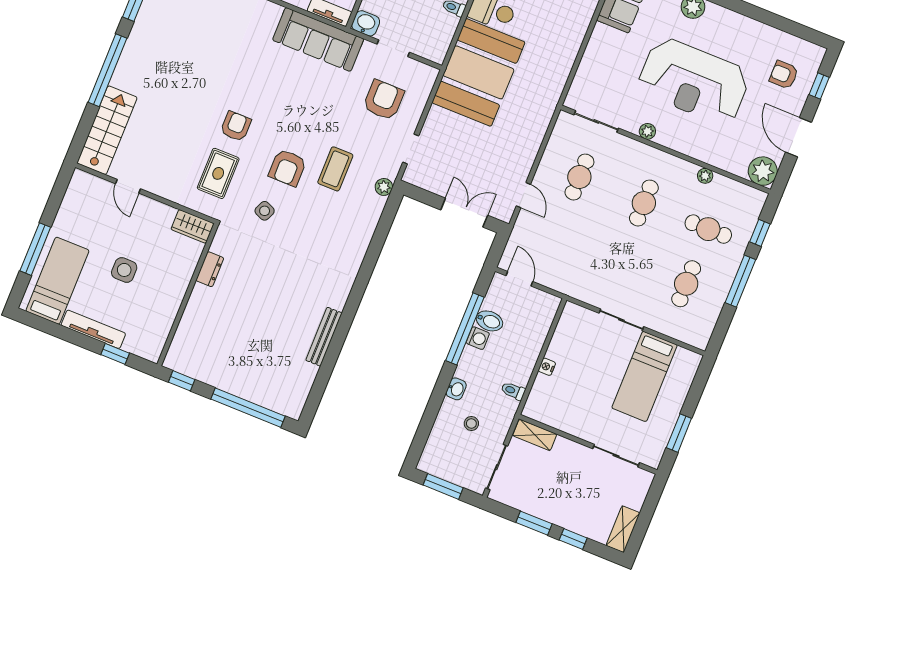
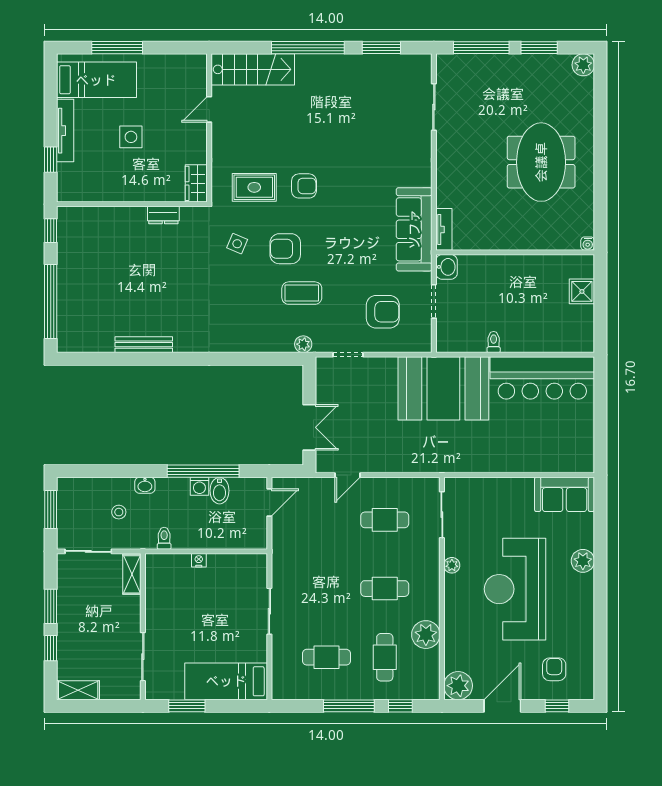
plant: (705, 176) -> (426, 635), width x1.87, depth x1.87
bed: (645, 376) -> (226, 681), moved

